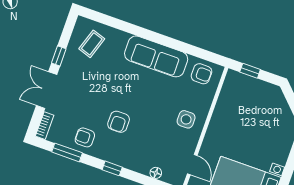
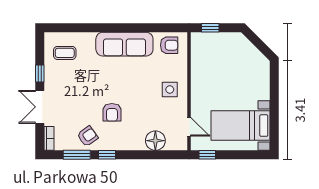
coffee table: (92, 44) -> (65, 53), turned 72
armchair: (85, 137) -> (88, 136), turned 145
window: (112, 168) -> (107, 155), moved
floor lamp: (156, 173) -> (155, 141), width x1.89, depth x1.89

